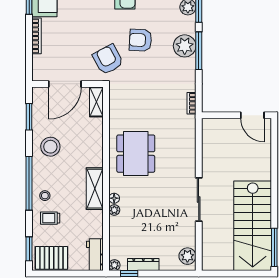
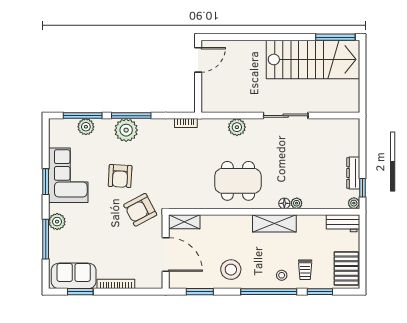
window: (29, 249) -> (320, 292), moved
plant: (187, 256) -> (237, 127), moved

